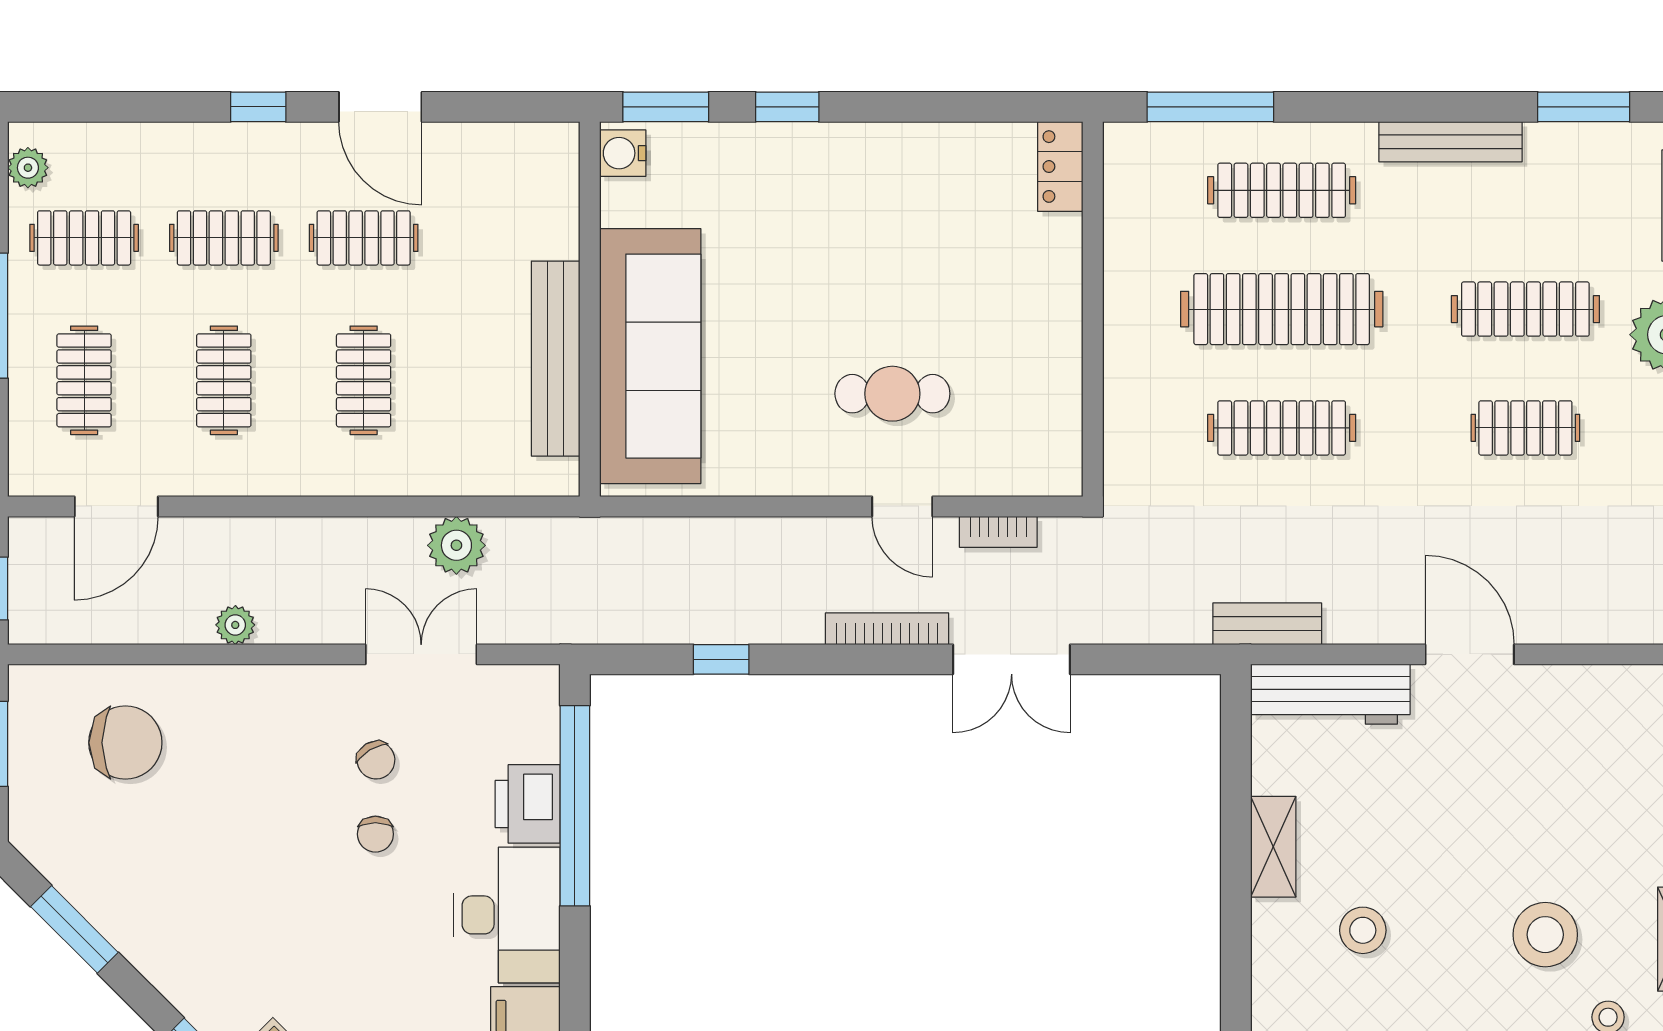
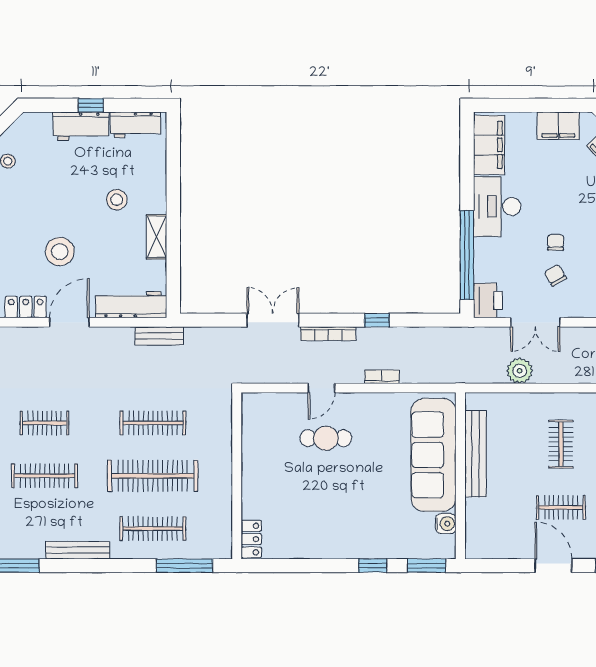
water cooler: (623, 153) -> (446, 524), moved
door: (902, 506) -> (321, 388), swing flipped
bookcase: (998, 532) -> (382, 377), moved
door: (1470, 654) -> (69, 322), swing flipped
window: (721, 659) -> (377, 320), moved
locker: (1568, 689) -> (26, 307), added
printer: (528, 804) -> (488, 300), moved
stool: (1545, 935) -> (60, 252), moved

